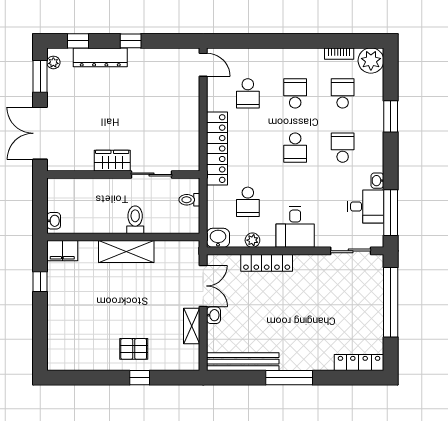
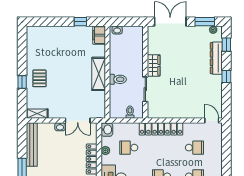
door: (203, 65) -> (212, 121), swing flipped
school desk: (248, 93) -> (194, 148), turned 180
shelving: (192, 326) -> (37, 114), moved

